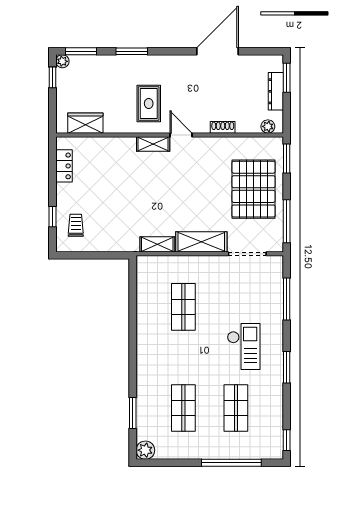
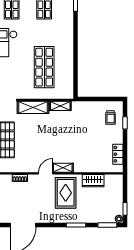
rug: (149, 103) -> (66, 193), width x1.36, depth x1.43
wardrobe: (85, 123) -> (93, 181), moved
door: (181, 135) -> (46, 173), swing flipped
shop shelf: (183, 307) -> (44, 67), width x1.43, depth x1.36

